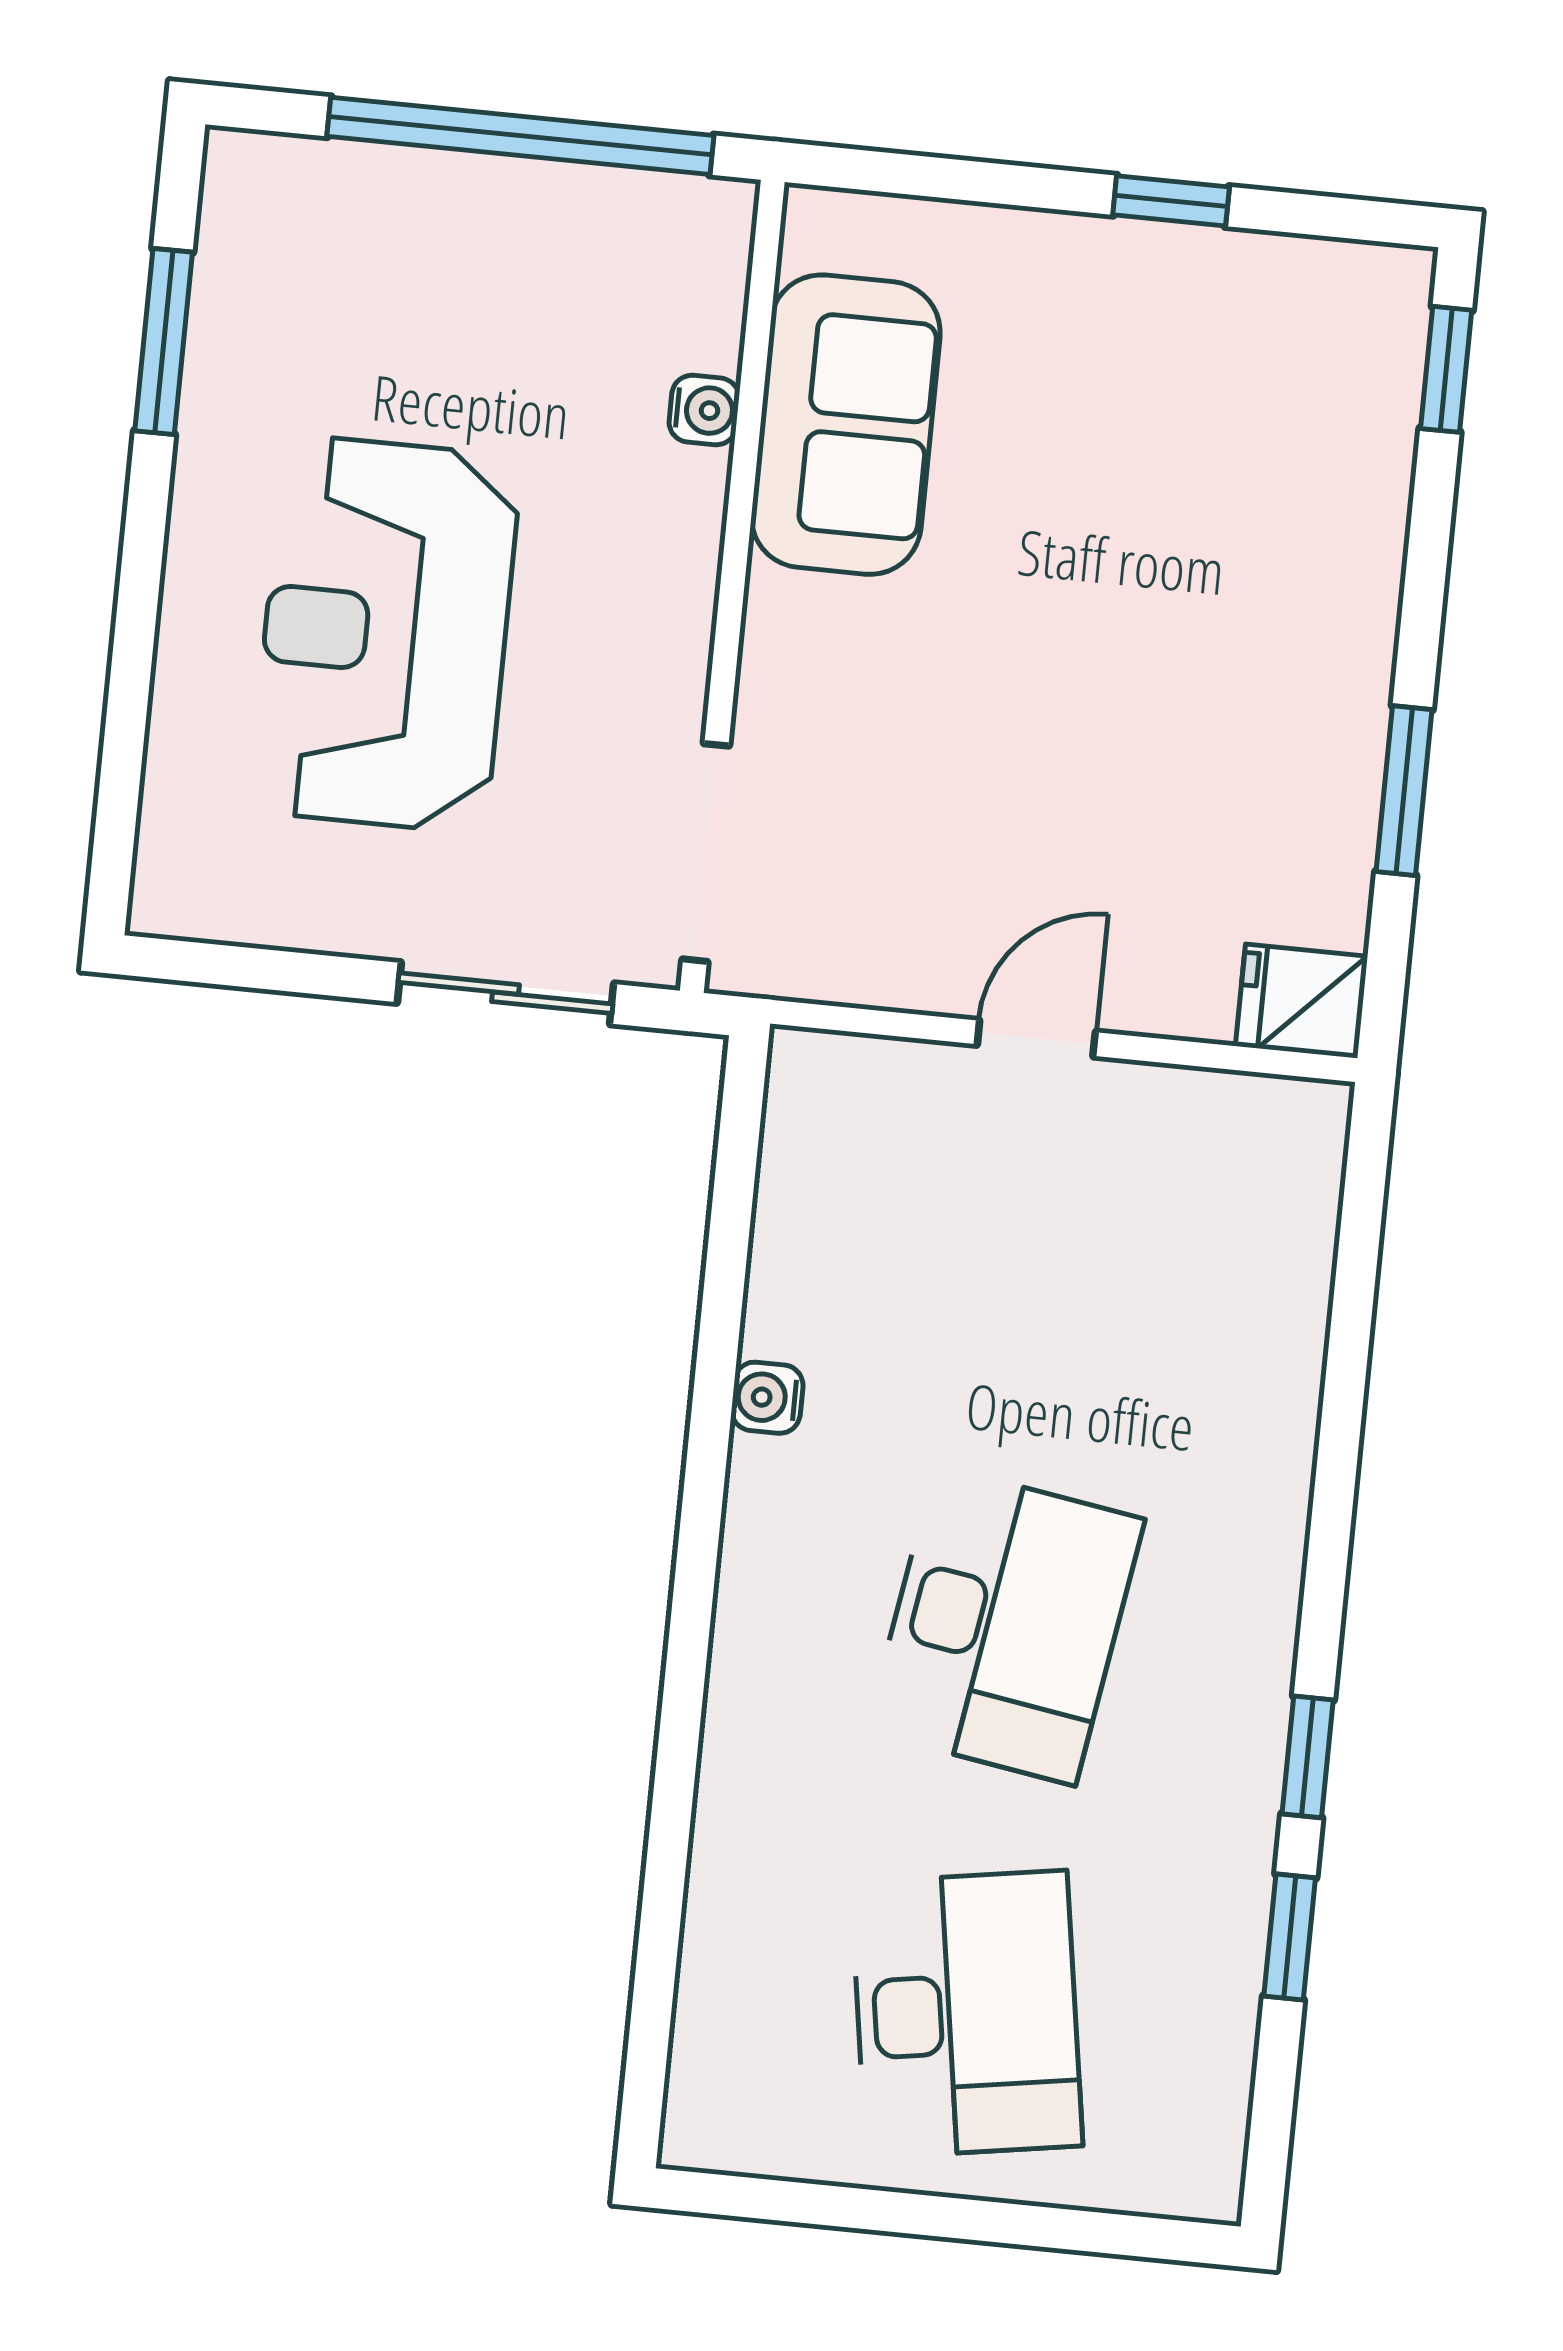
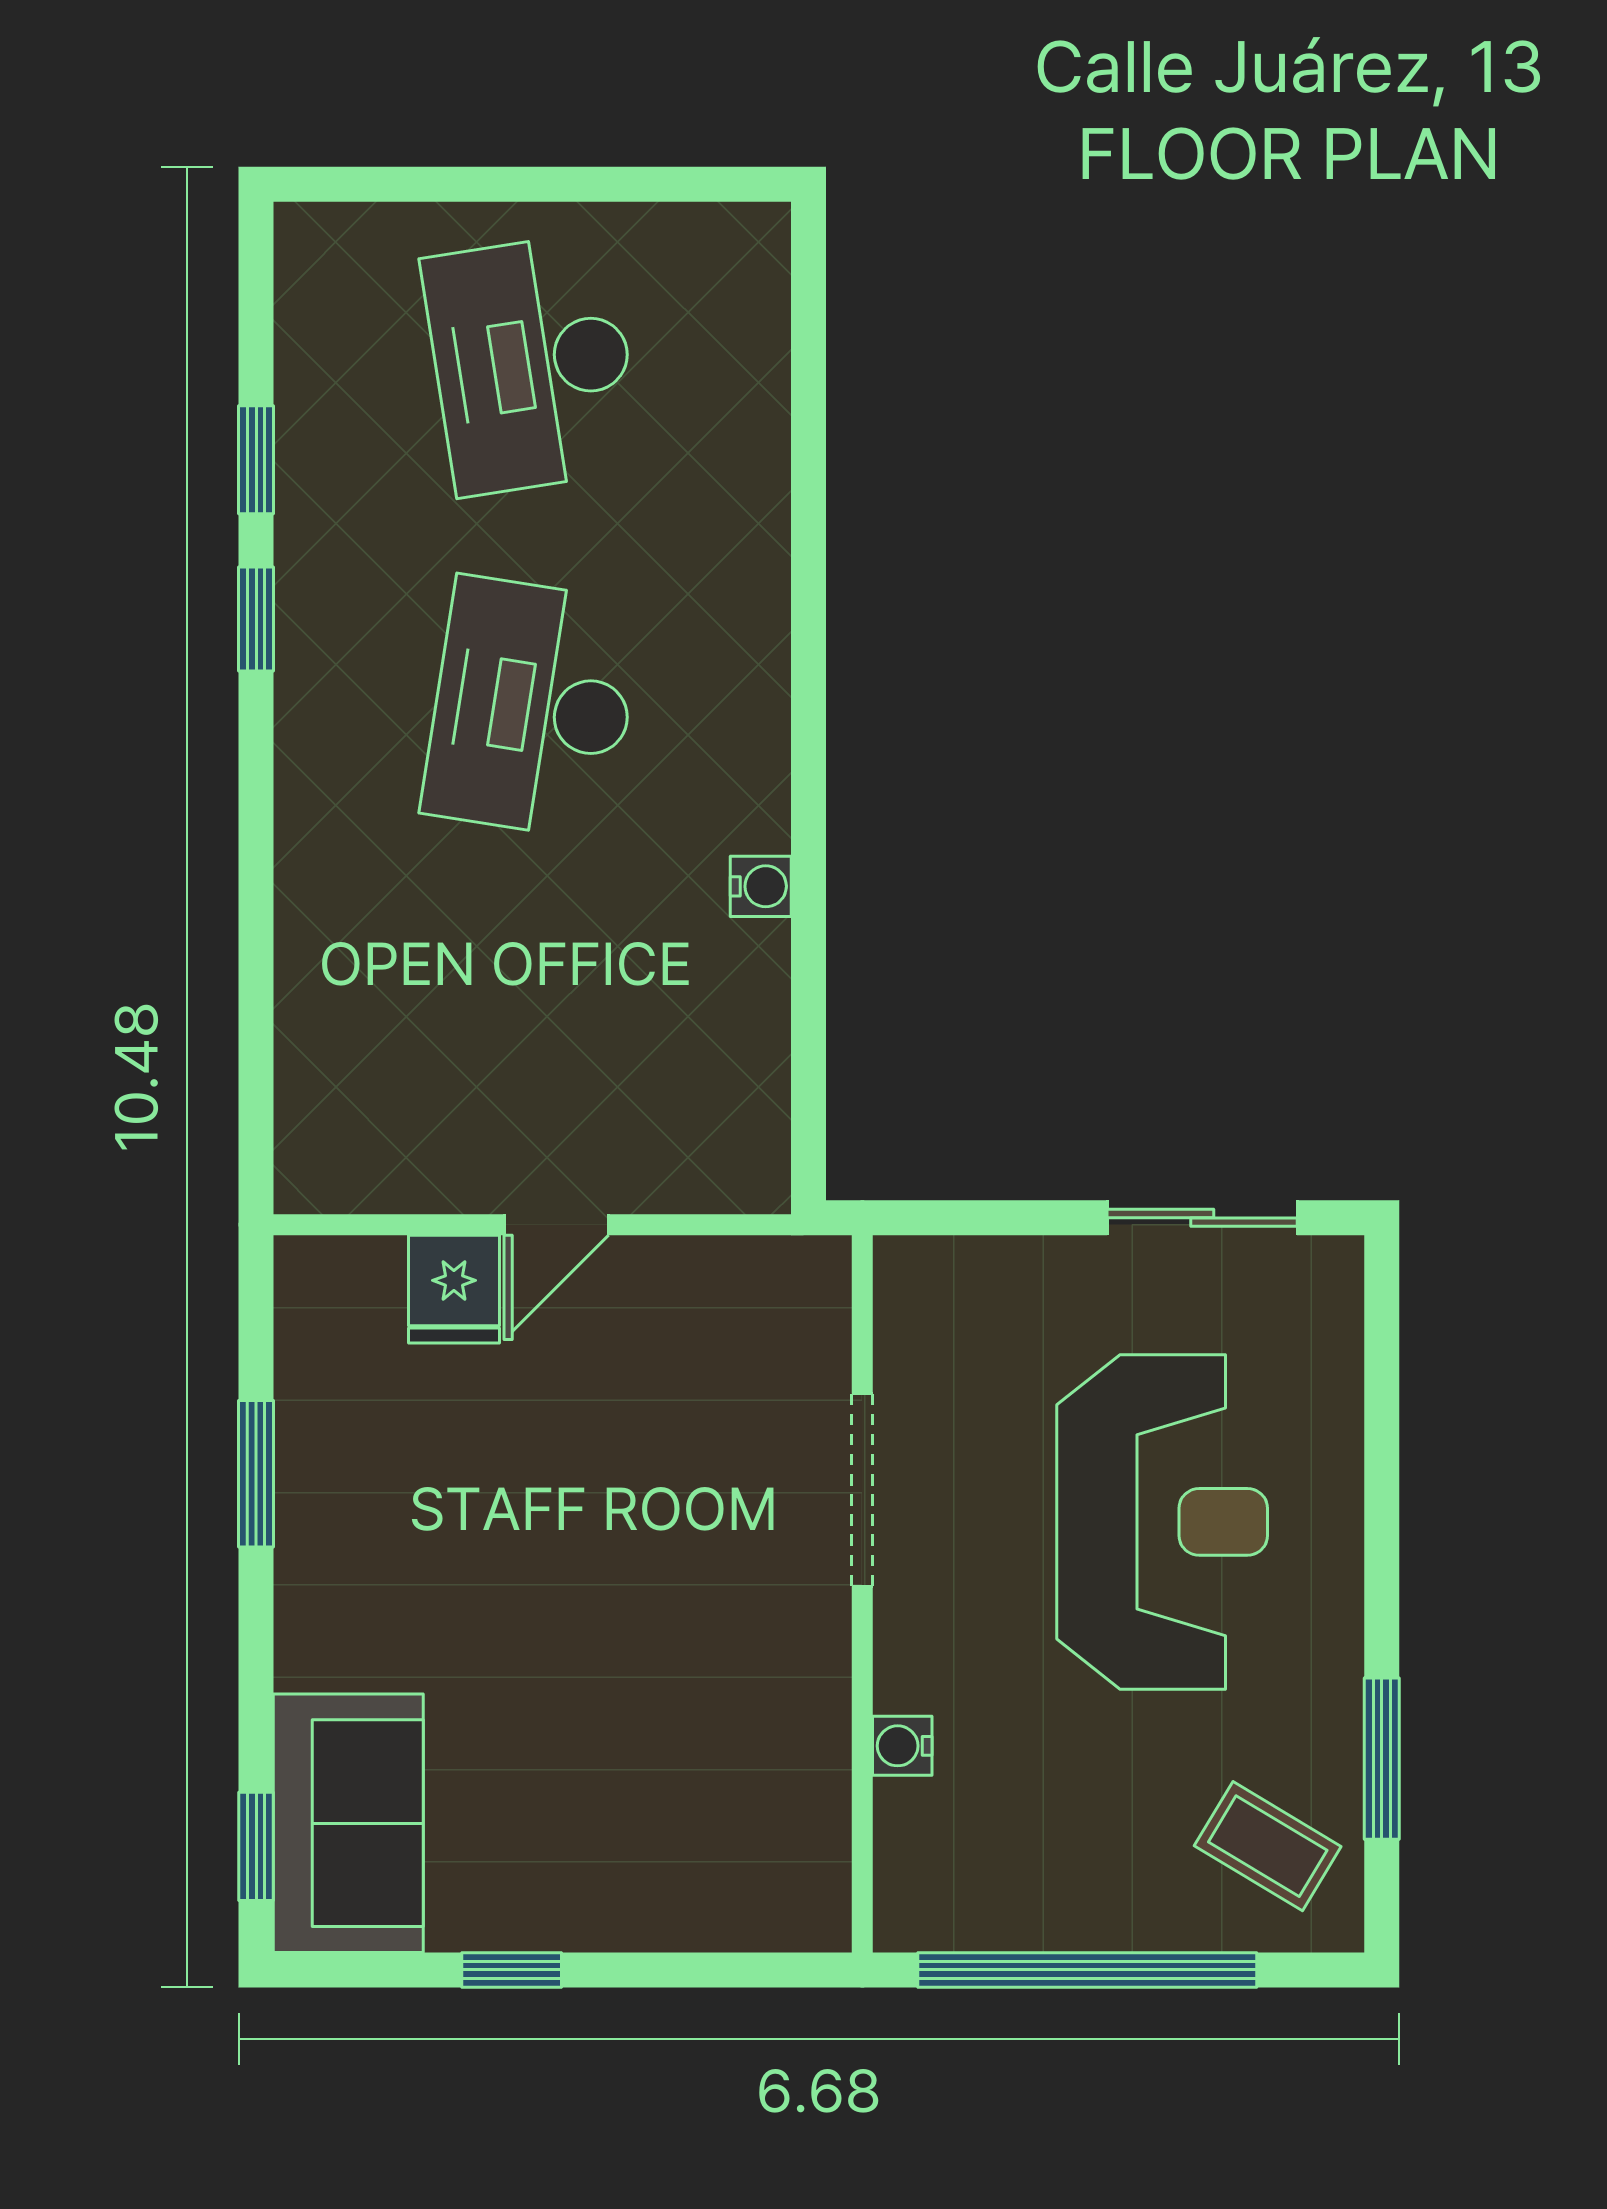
coffee table: (302, 255) -> (1268, 1846), added
sofa: (846, 425) -> (348, 1823), moved, turned 180
doorway: (706, 853) -> (862, 1490), moved
sliding door: (506, 993) -> (1202, 1218), moved
fridge: (1302, 1001) -> (454, 1289), moved, turned 90

